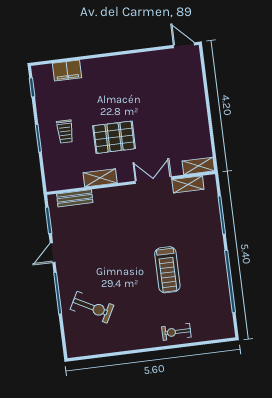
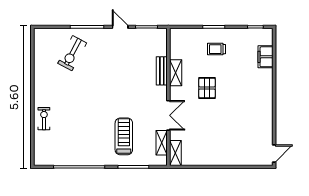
pallet: (114, 137) -> (207, 88), width x0.67, depth x0.71
bench: (75, 198) -> (162, 71), moved
treadmill: (167, 270) -> (124, 136), moved, turned 90

